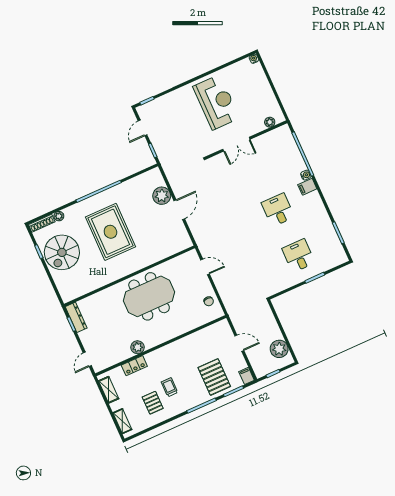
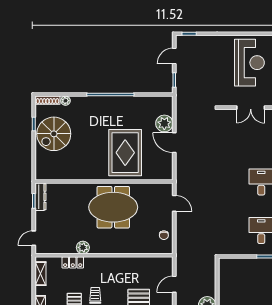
door: (179, 210) -> (174, 143), swing flipped
rug: (110, 232) -> (125, 153), moved
door: (239, 343) -> (174, 284), swing flipped

